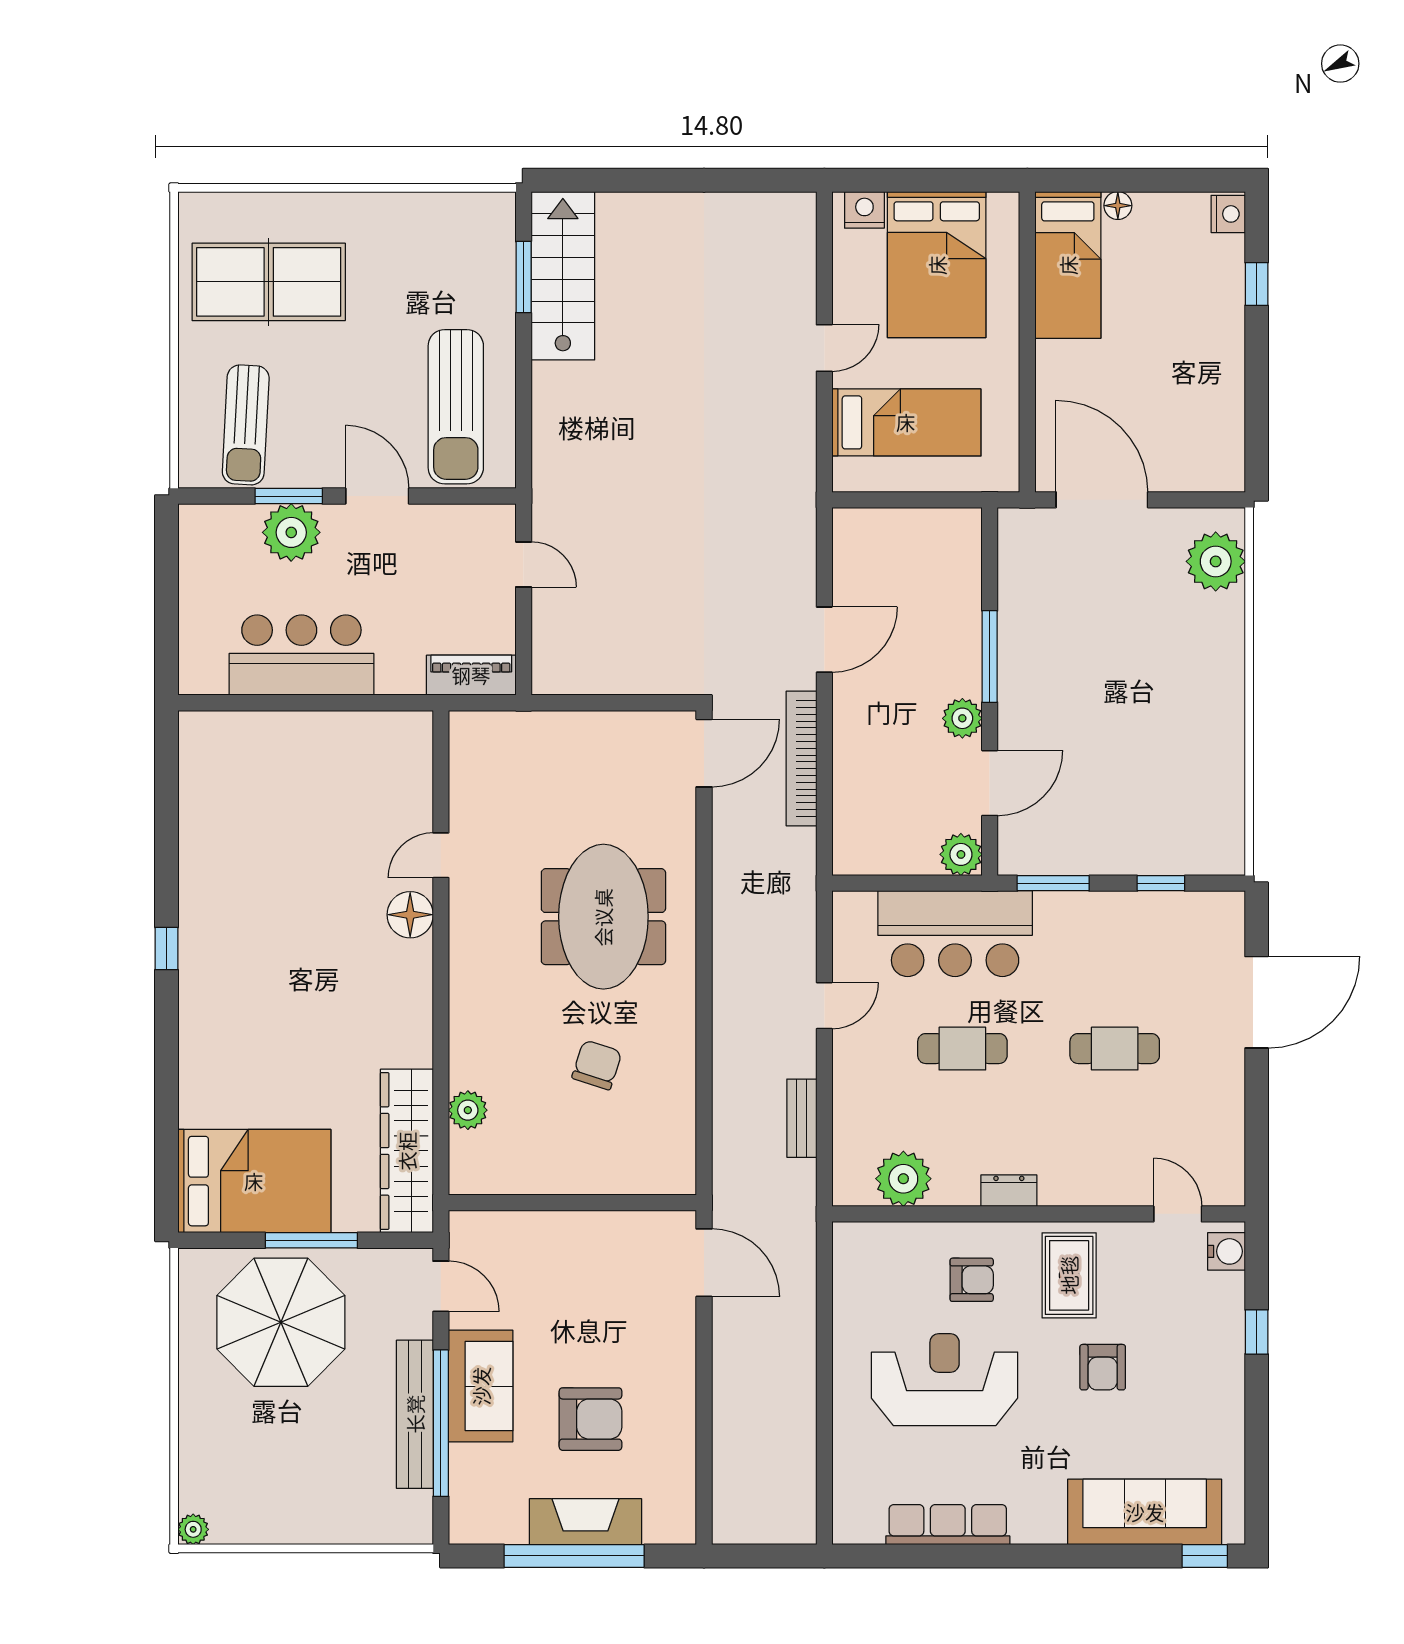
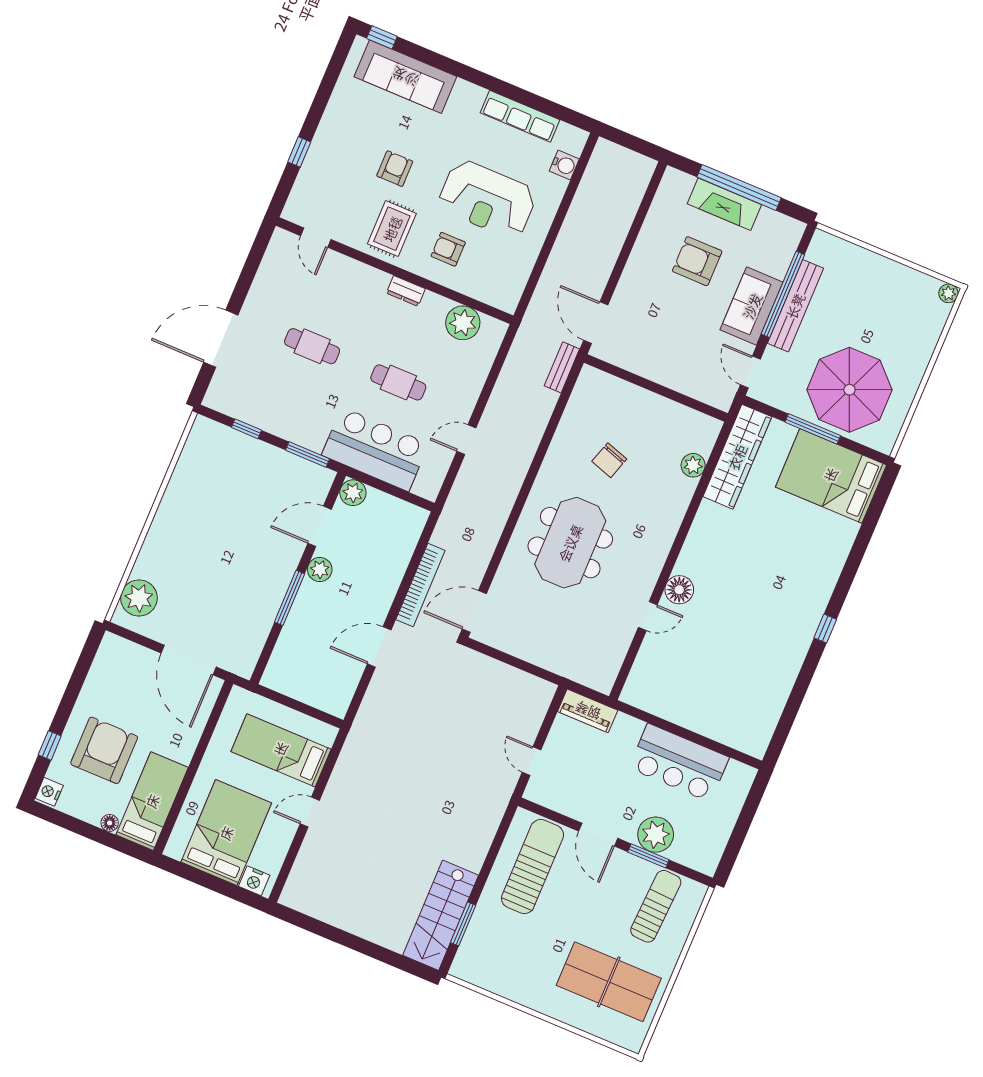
armchair: (1172, 311) -> (104, 750), added
bench: (802, 1118) -> (562, 367), moved
water cooler: (1226, 1251) -> (564, 165), moved, turned 180

